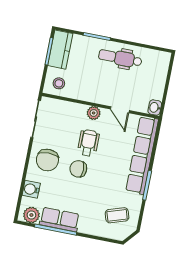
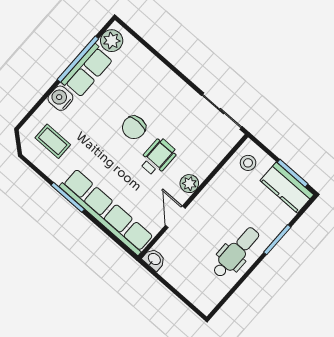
door: (120, 110) -> (175, 217), hinge flipped
wheelchair: (88, 143) -> (158, 157), turned -90
chair: (47, 160) -> (165, 97), removed
chair: (78, 169) -> (134, 127), turned 180
water cooler: (31, 189) -> (60, 98), moved, turned -90
coffee table: (117, 215) -> (53, 141), turned -72

